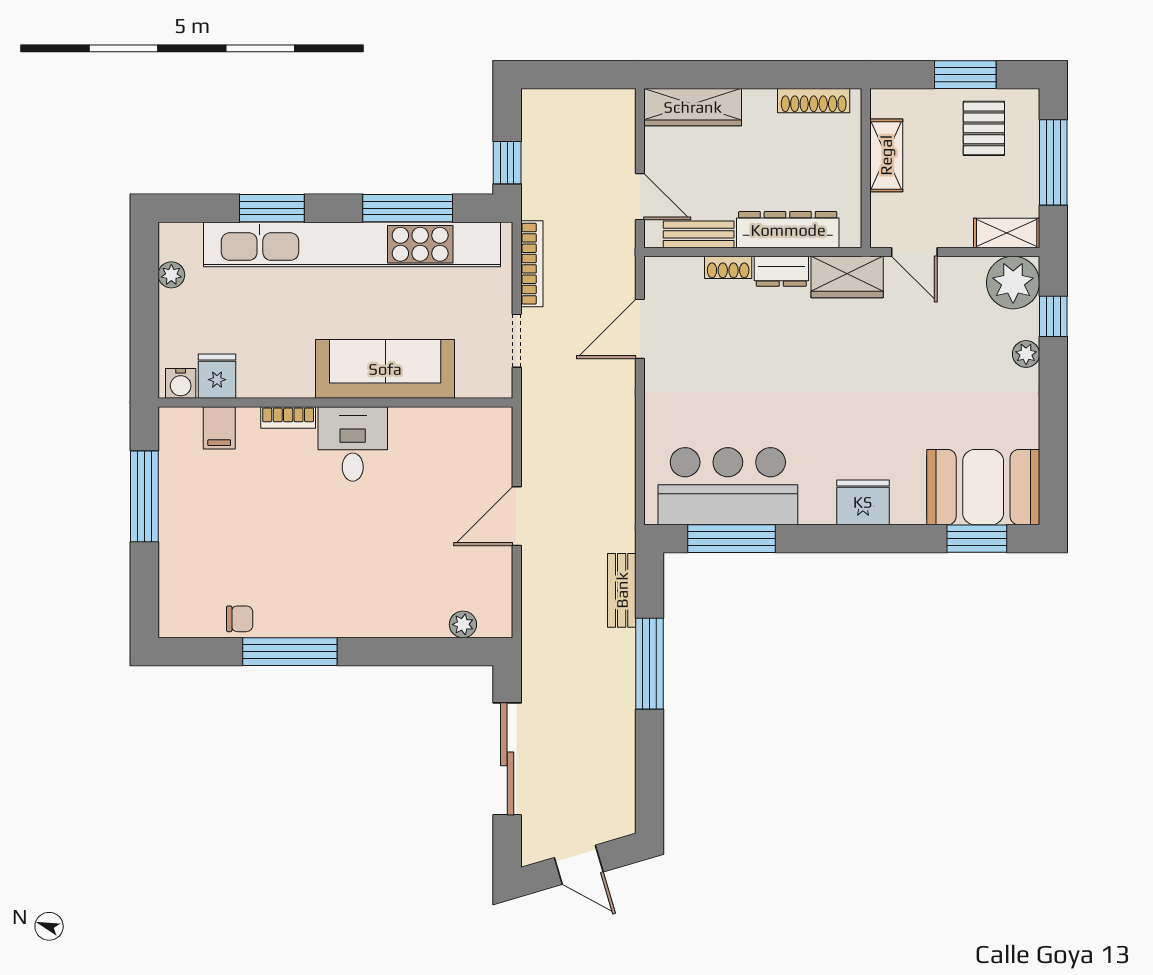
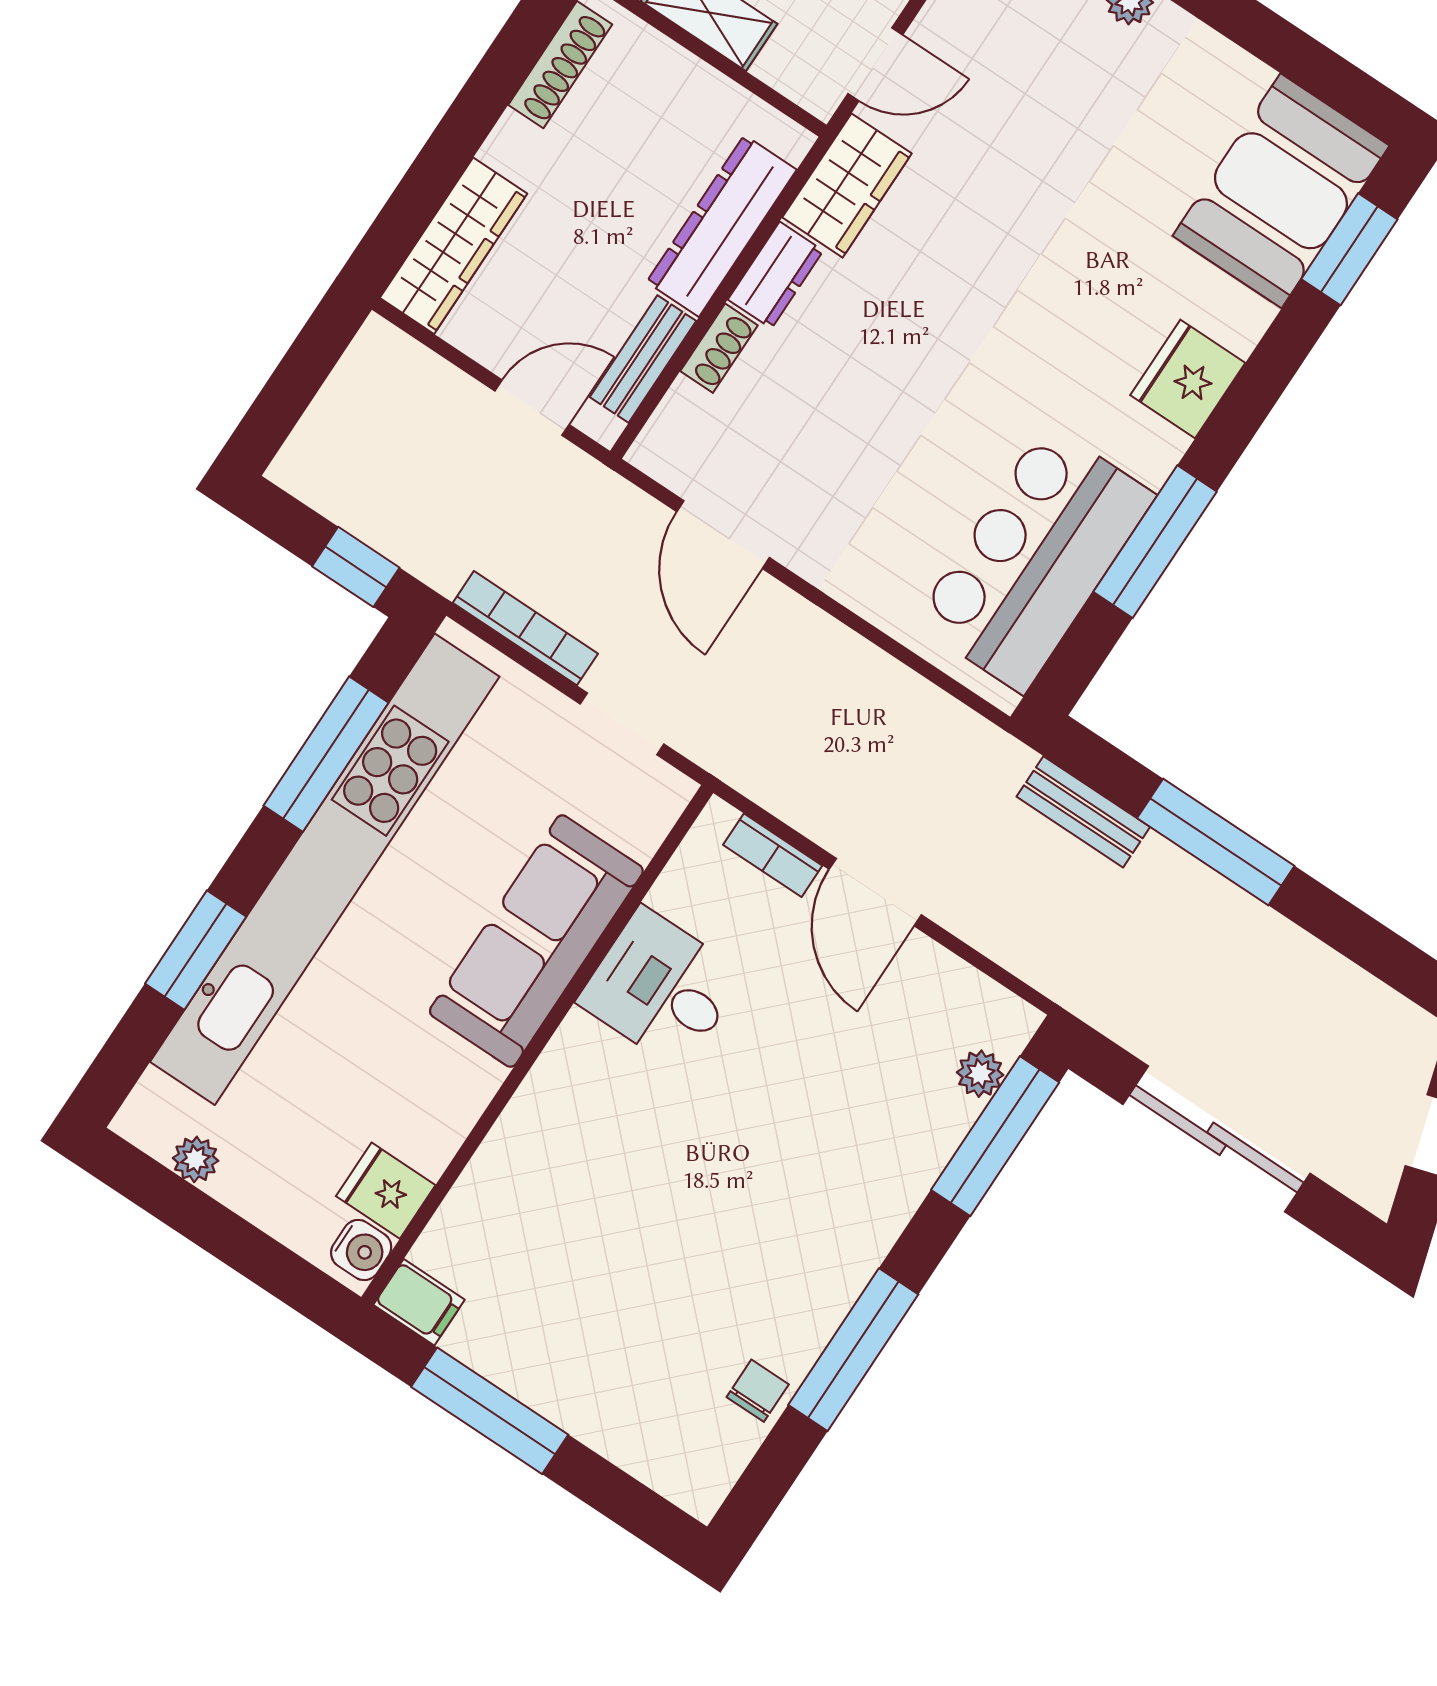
bookcase: (288, 417) -> (773, 855), moved, turned 90
filing cabinet: (219, 428) -> (419, 1302), moved
desk: (353, 444) -> (661, 988), moved
window: (731, 539) -> (1155, 542), moved
window: (438, 652) -> (995, 1136), added

